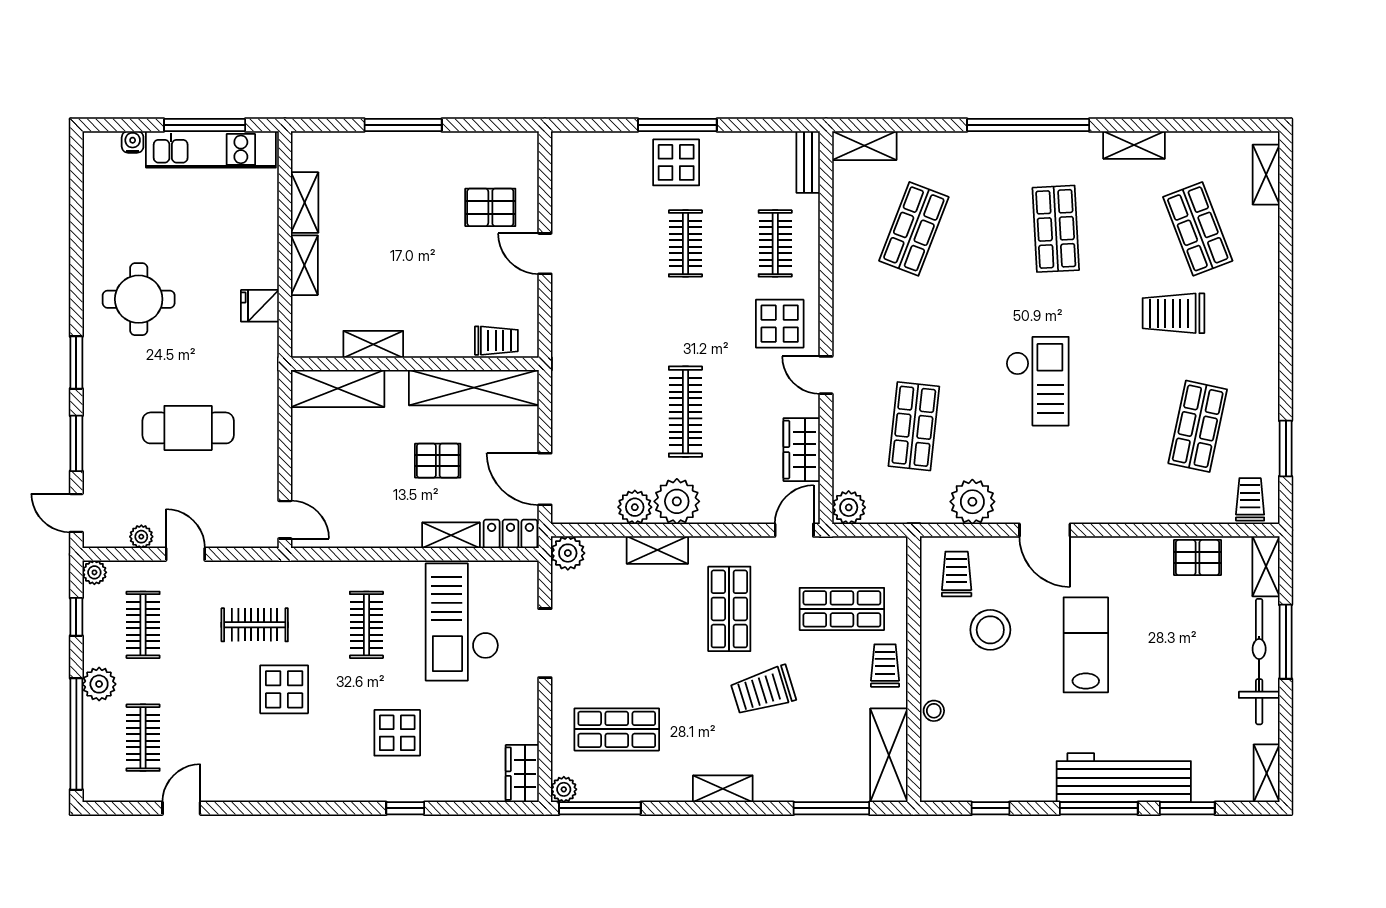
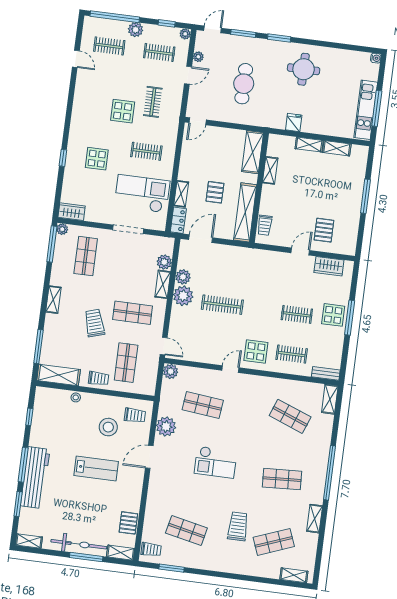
water cooler: (133, 142) -> (376, 58), moved
wardrobe: (802, 450) -> (329, 266), moved, turned 180
plant: (568, 553) -> (164, 262), moved

